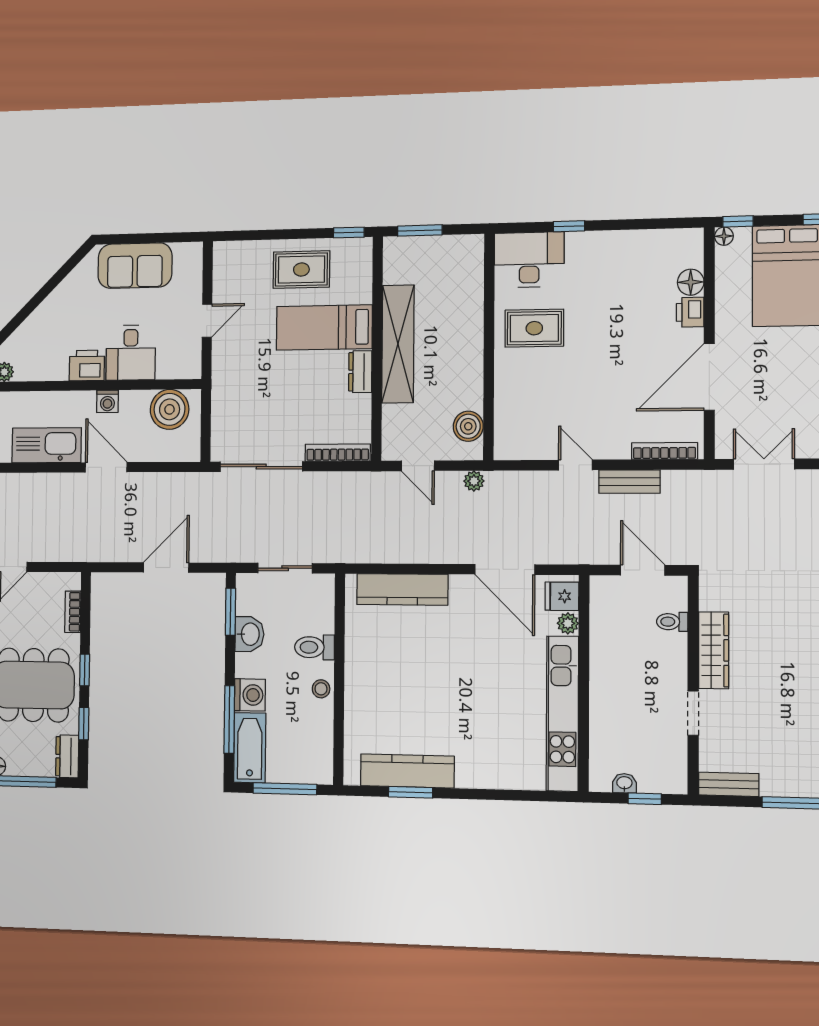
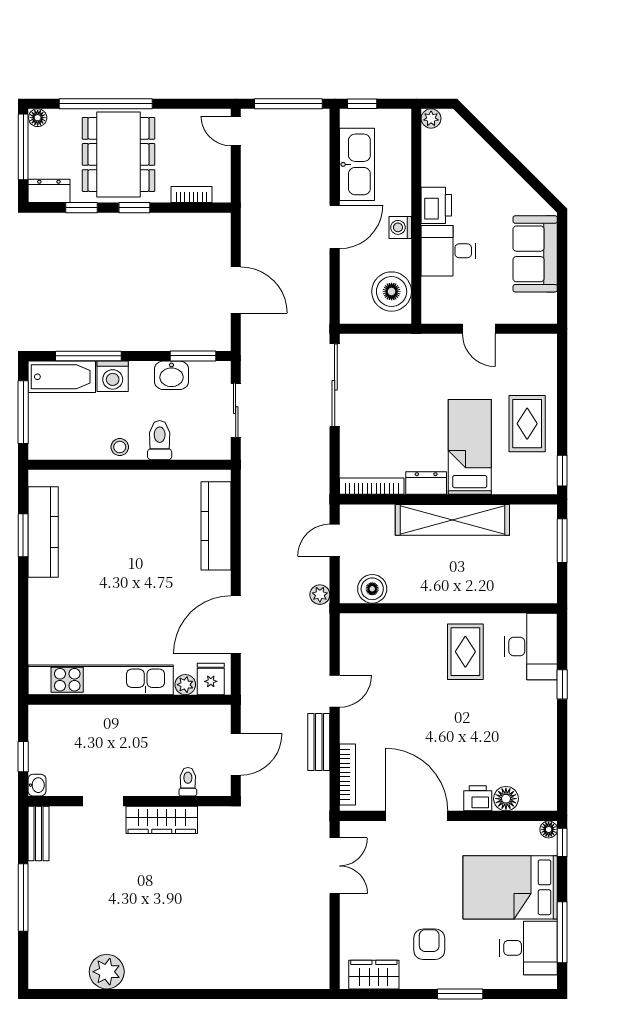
bookcase: (338, 453) -> (372, 486), moved, turned -90
washbasin: (624, 783) -> (37, 785), moved

